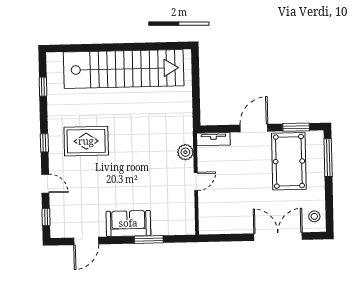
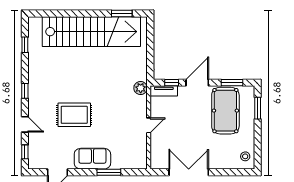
window: (160, 46) -> (122, 14), added
window: (223, 129) -> (172, 83), added
rug: (86, 141) -> (74, 115), moved
plant: (185, 152) -> (141, 88), moved
window: (328, 157) -> (258, 108), width x0.69
double door: (278, 237) -> (189, 172), moved

